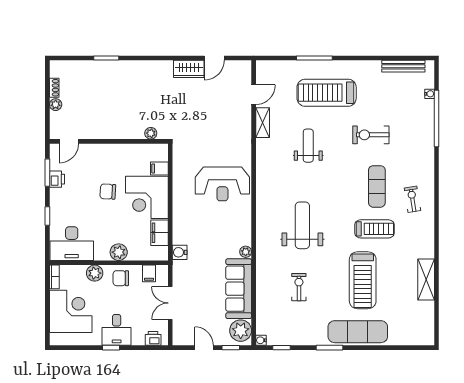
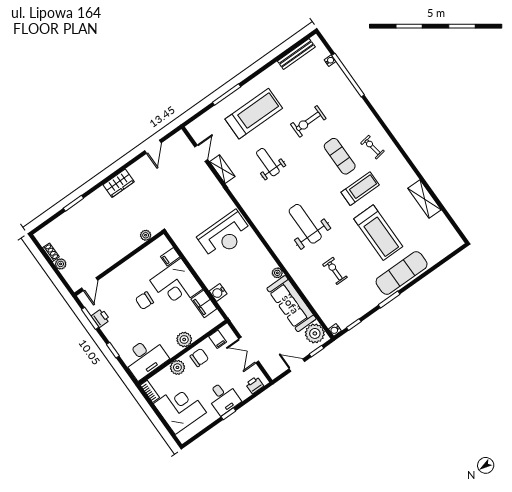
wardrobe: (189, 69) -> (119, 183), moved
treadmill: (327, 93) -> (254, 114), turned 180
water cooler: (180, 252) -> (218, 292), moved
chair: (121, 278) -> (199, 358), turned 180

